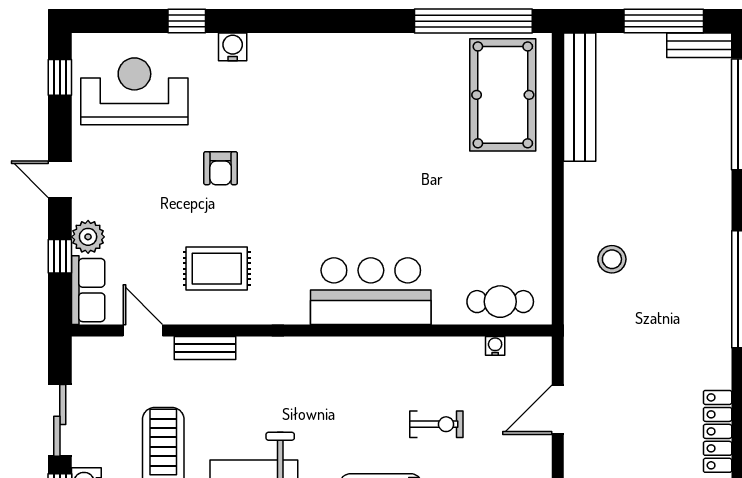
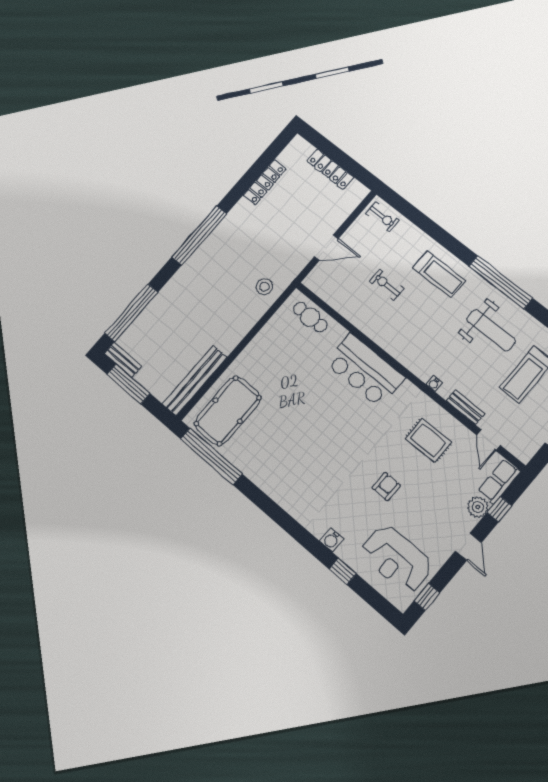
stool: (612, 259) -> (264, 287), moved
water cooler: (495, 346) -> (434, 384), moved

